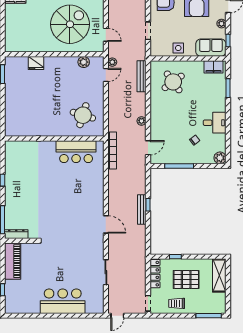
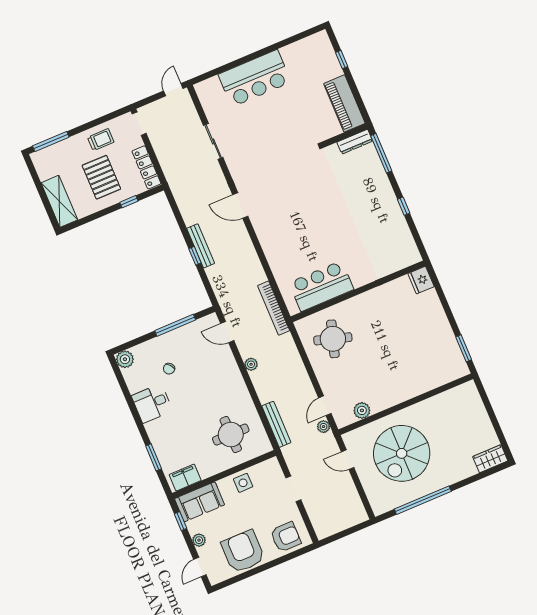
fridge: (36, 63) -> (421, 280), moved, turned -90
round table: (173, 82) -> (231, 435), turned 36
door: (148, 148) -> (227, 332), hinge flipped
pallet: (186, 280) -> (101, 177), turned 90

